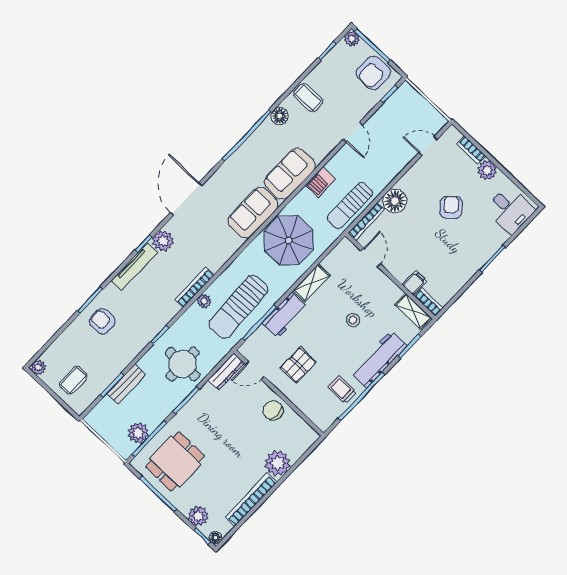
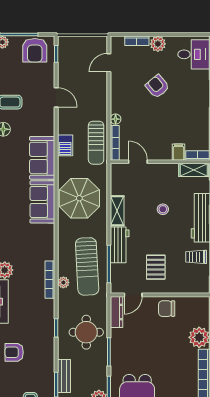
floor lamp: (395, 201) -> (116, 119), width x0.53, depth x0.53

